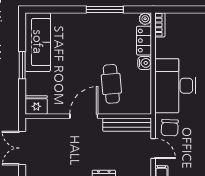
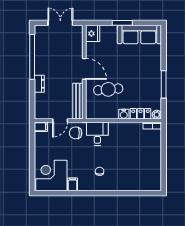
desk: (175, 86) -> (97, 134), width x0.53, depth x0.77

